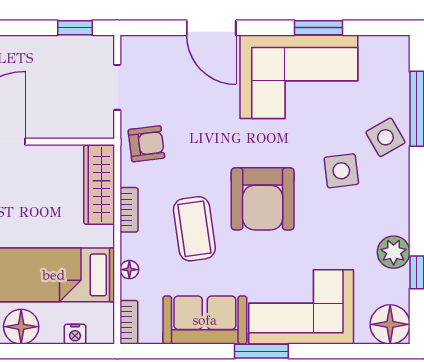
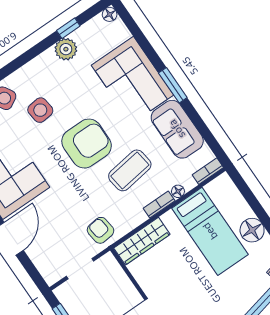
bookcase: (129, 210) -> (159, 205), moved
floor lamp: (390, 324) -> (110, 14), width x0.53, depth x0.53
nightstand: (75, 334) -> (235, 197), removed

